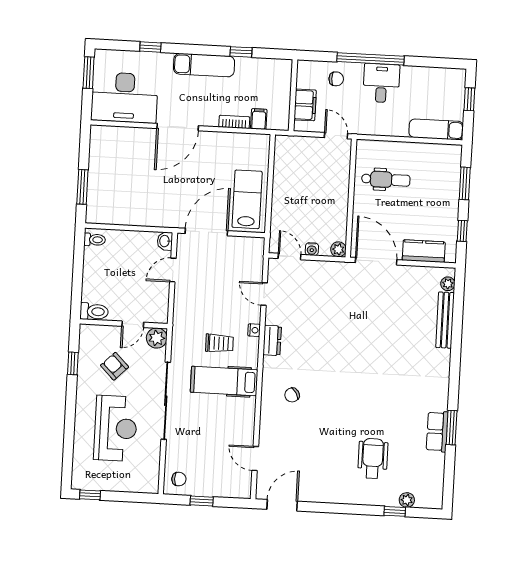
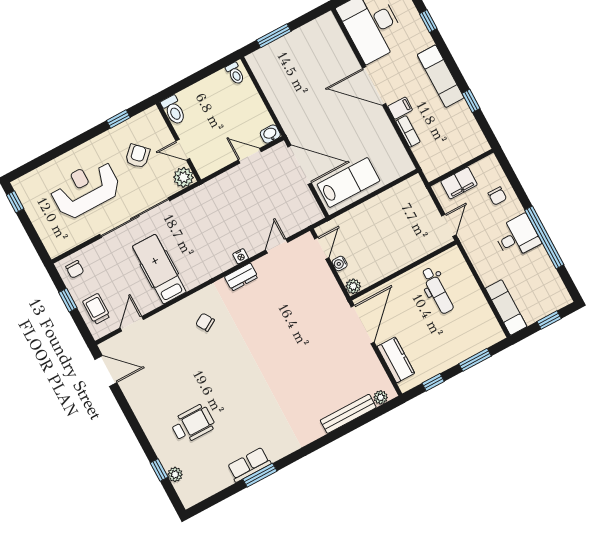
window: (370, 59) -> (544, 237), moved
filing cabinet: (259, 119) -> (400, 108), moved
trolley: (219, 343) -> (96, 309), moved, turned 180
hospital bed: (224, 381) -> (159, 269), moved
reception desk: (116, 428) -> (85, 189), turned 180

